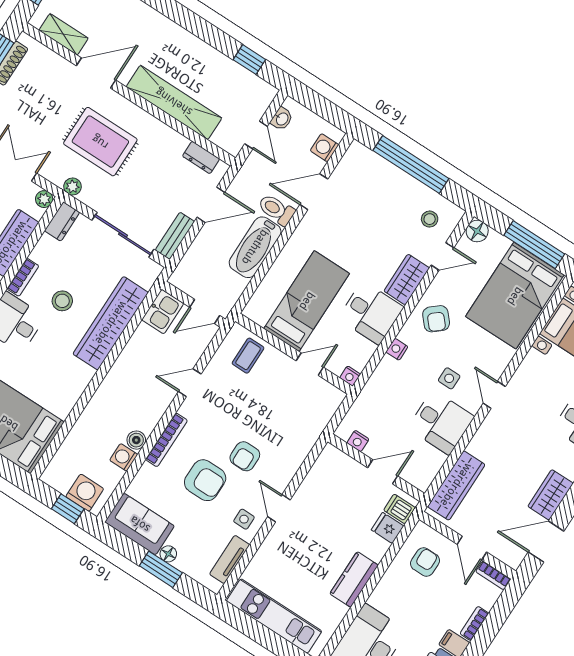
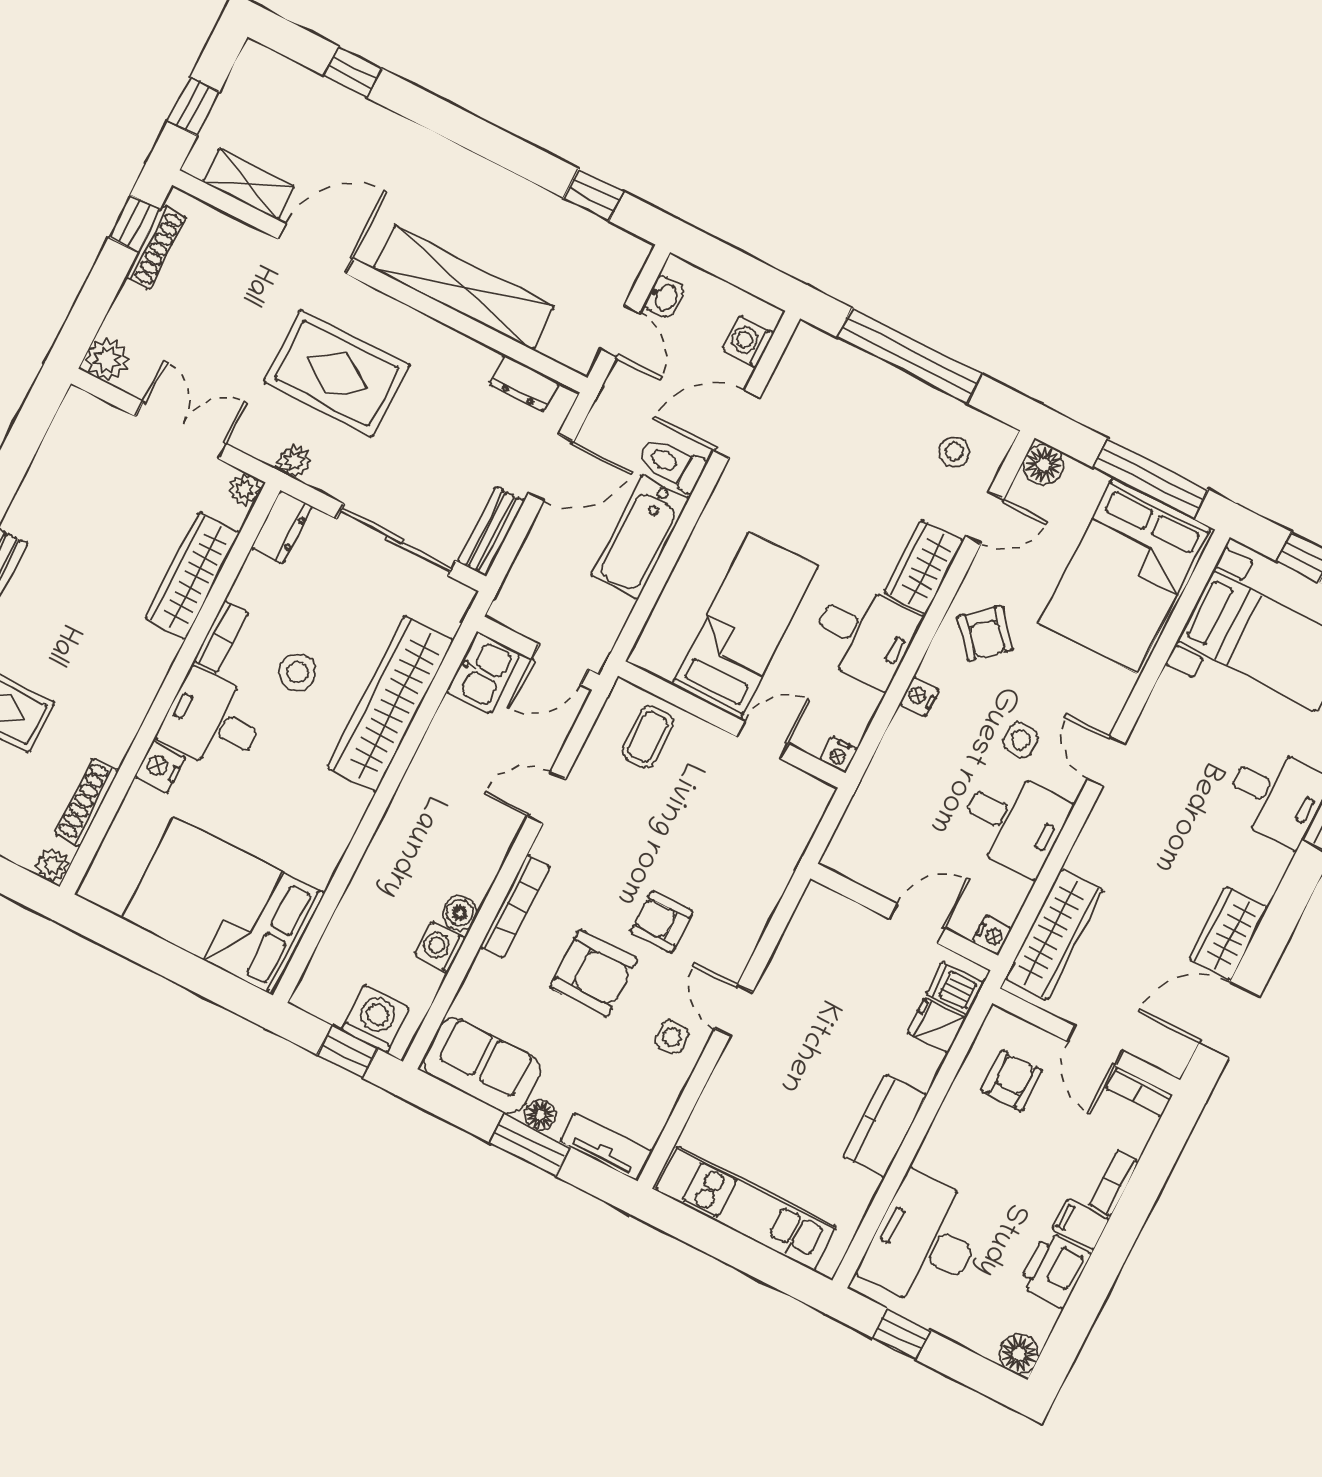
nightstand: (358, 441) -> (992, 935), moved, turned -90
armchair: (245, 456) -> (662, 922), turned 90
tv unit: (230, 559) -> (606, 1147), moved, turned 90

